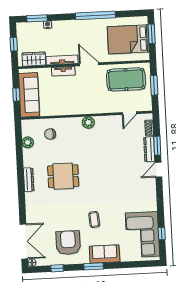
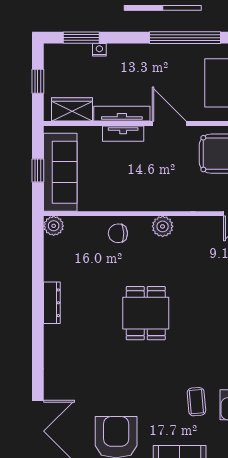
chair: (50, 134) -> (118, 233), moved
plant: (28, 142) -> (54, 226), moved
dining table: (63, 176) -> (146, 313), moved, turned 90
dresser: (29, 180) -> (52, 303), moved
coffee table: (94, 219) -> (196, 402), moved

